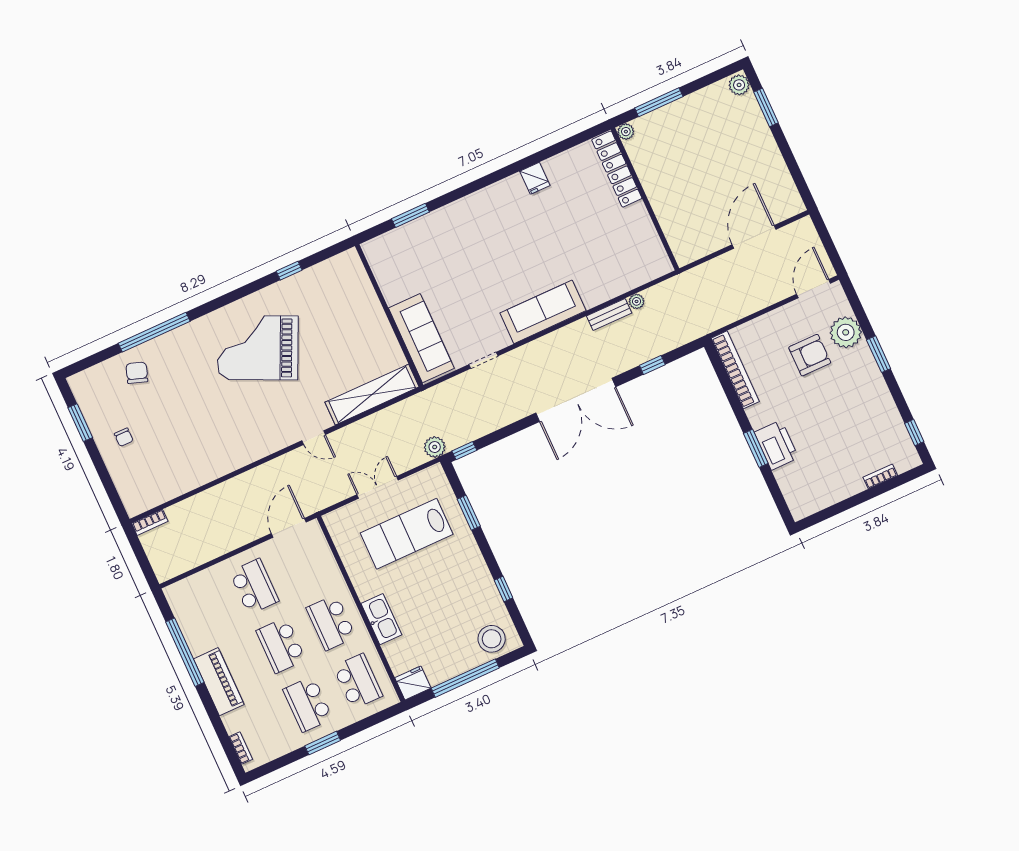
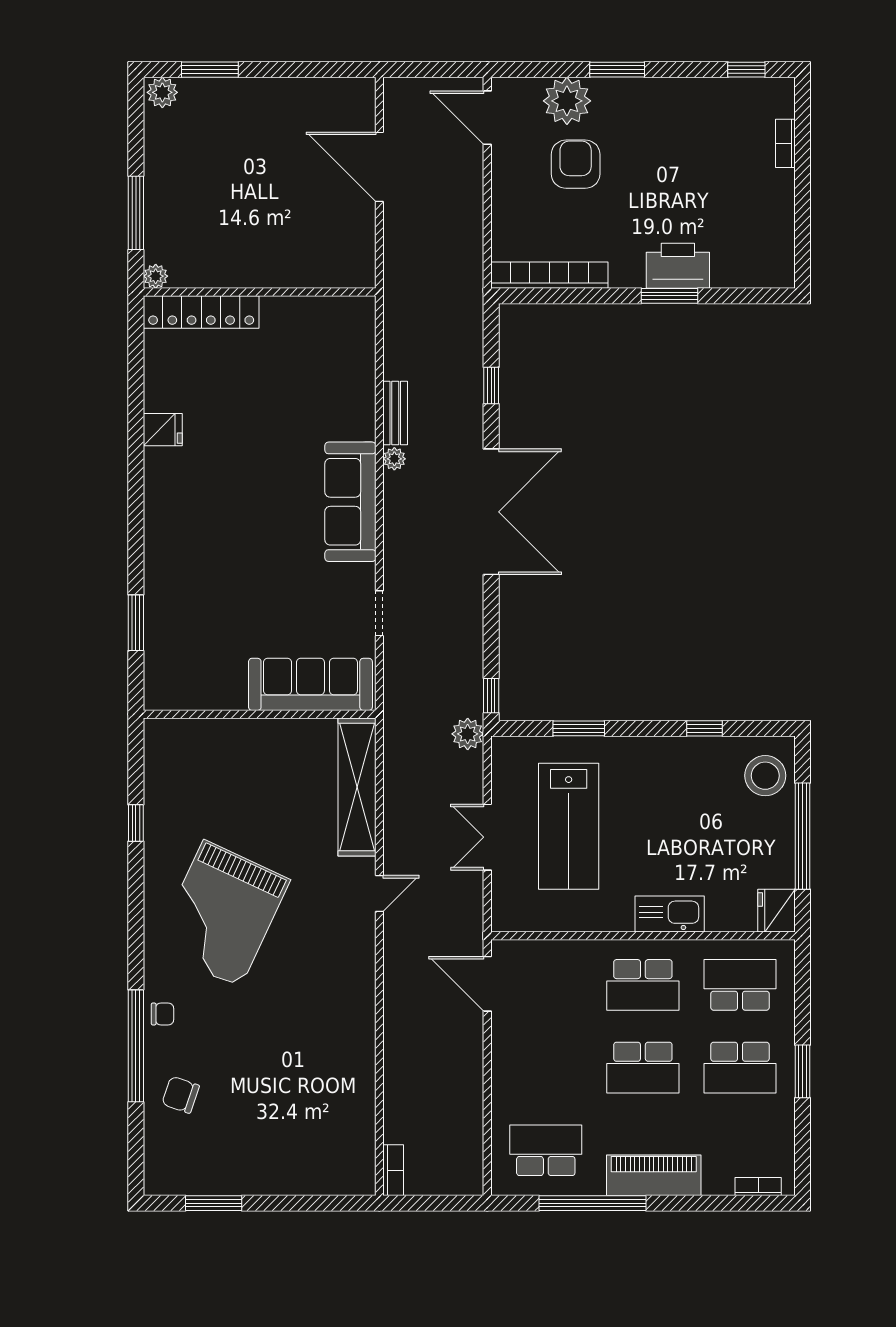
plant: (637, 301) -> (394, 459), moved
chair: (124, 437) -> (163, 1014), moved
school desk: (254, 586) -> (546, 1150), moved

